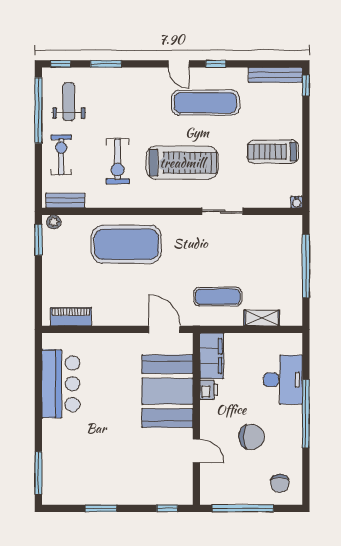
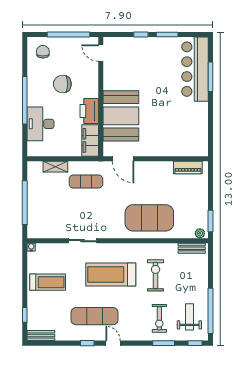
bench: (275, 75) -> (41, 335), width x0.73
window: (306, 86) -> (25, 315), moved
weight bench: (69, 102) -> (189, 317), turned 180
exercise bike: (61, 155) -> (159, 318), moved
bar counter: (61, 384) -> (195, 69), moved, width x1.36
printer: (209, 390) -> (89, 111), width x1.87, depth x1.48
door: (196, 451) -> (101, 53), moved
window: (38, 473) -> (210, 77), moved
window: (167, 508) -> (141, 34), moved

